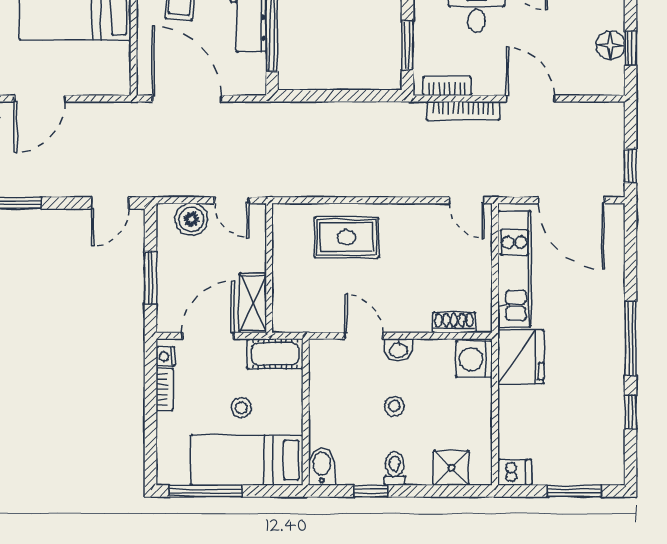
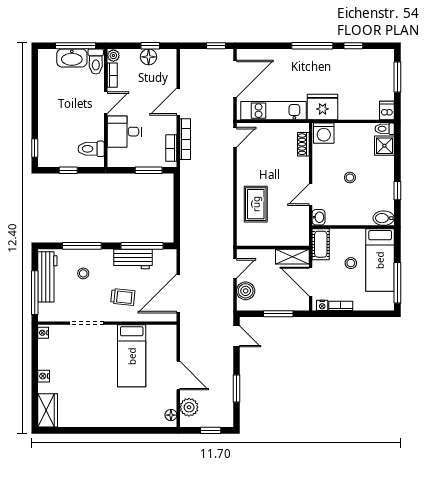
washbasin: (399, 350) -> (319, 217), moved
toilet: (395, 468) -> (385, 129), moved

